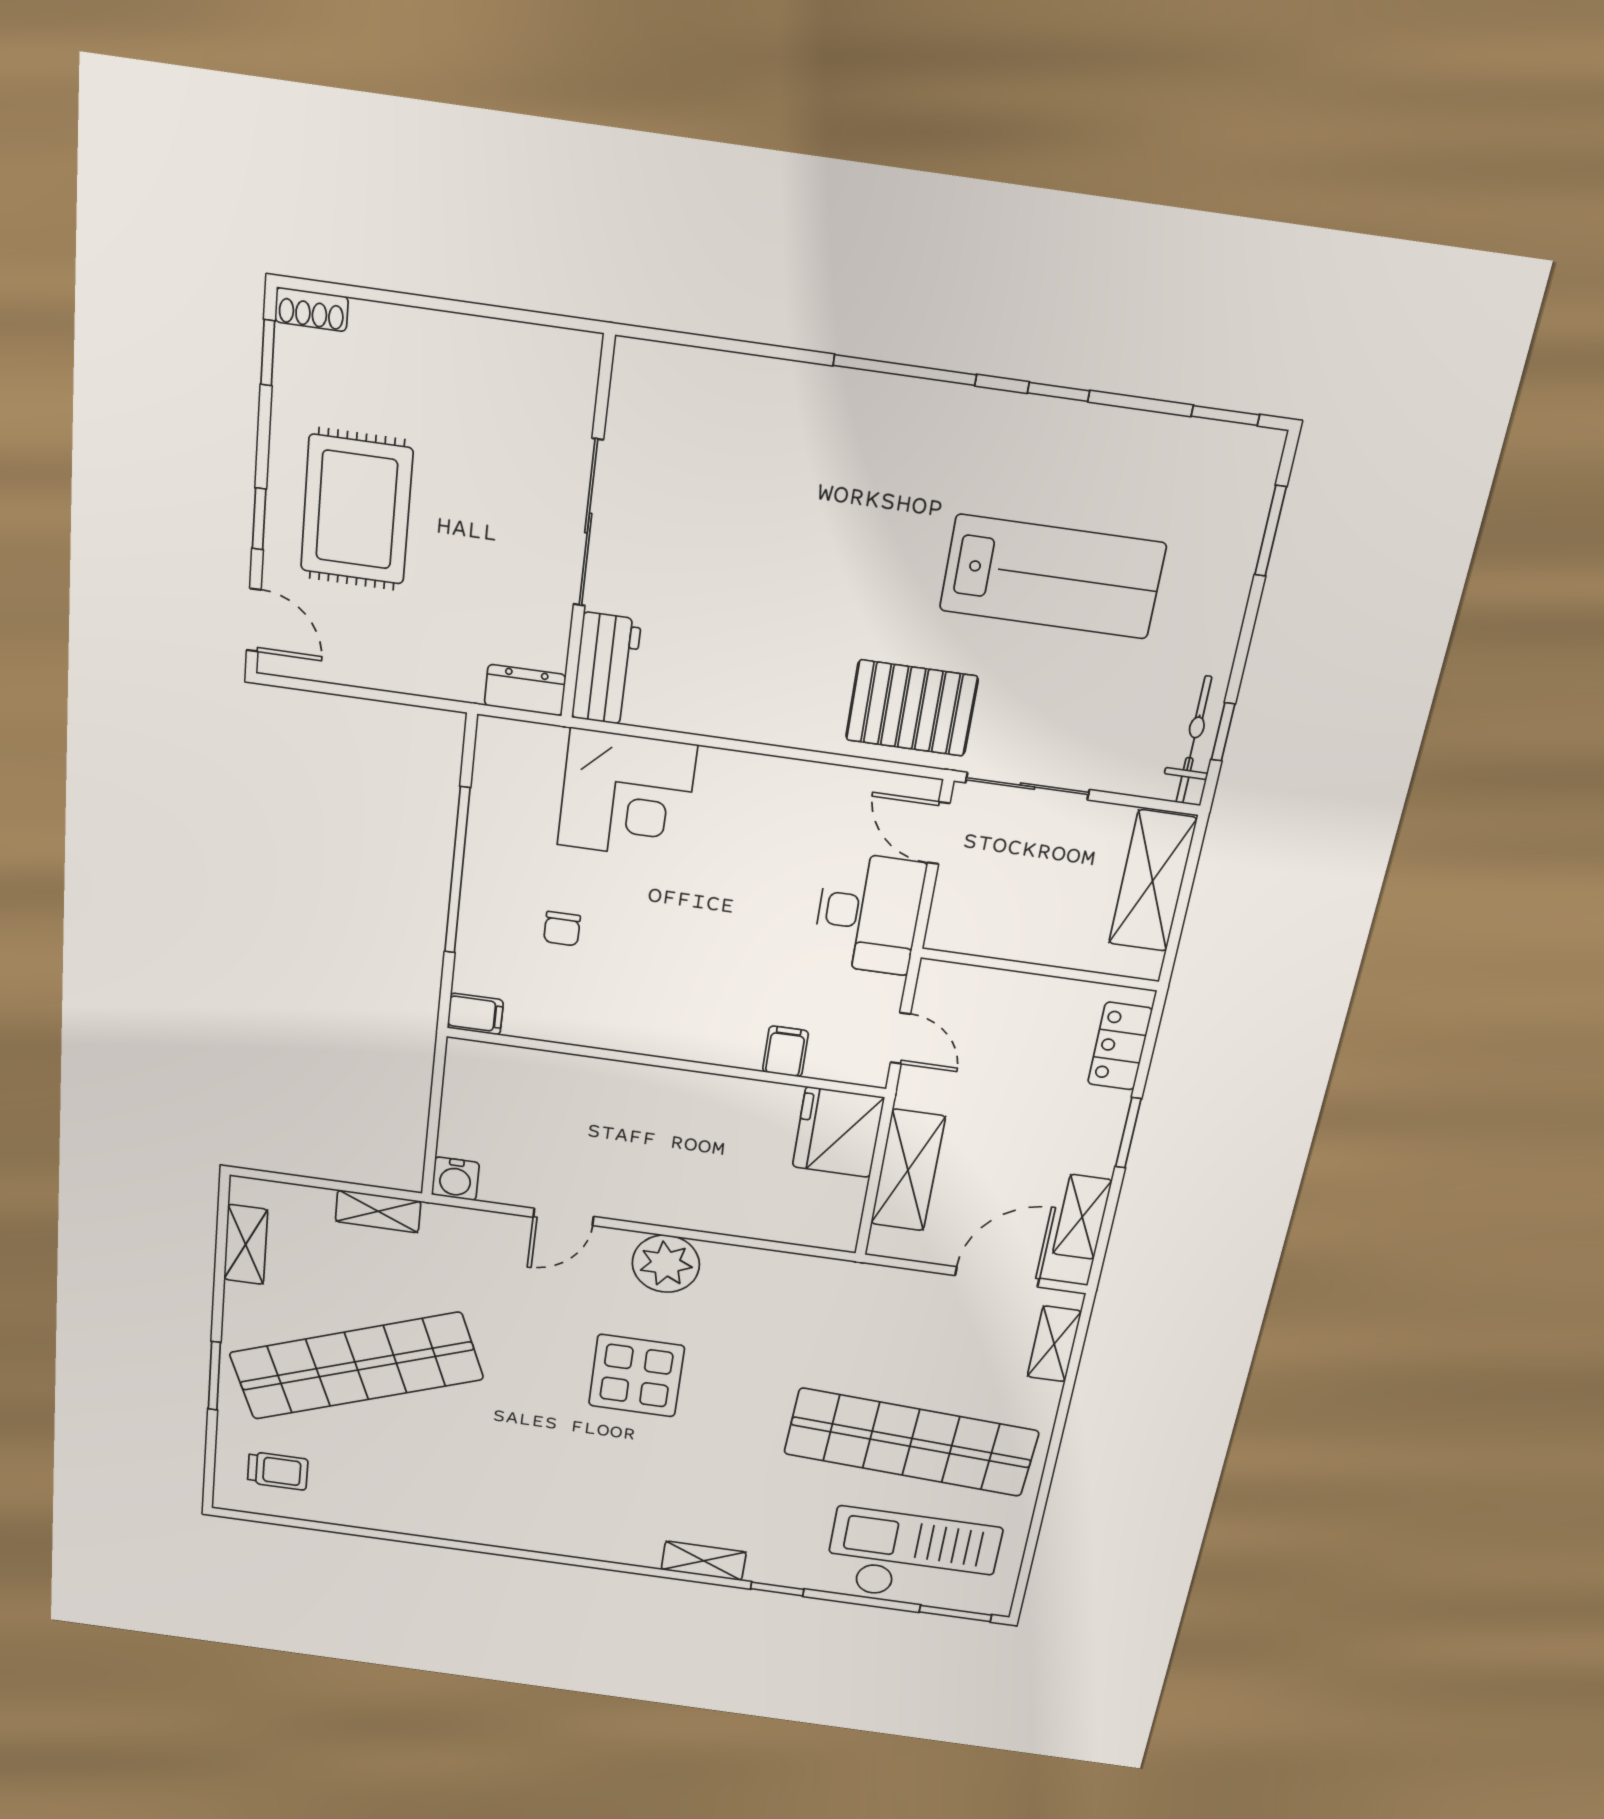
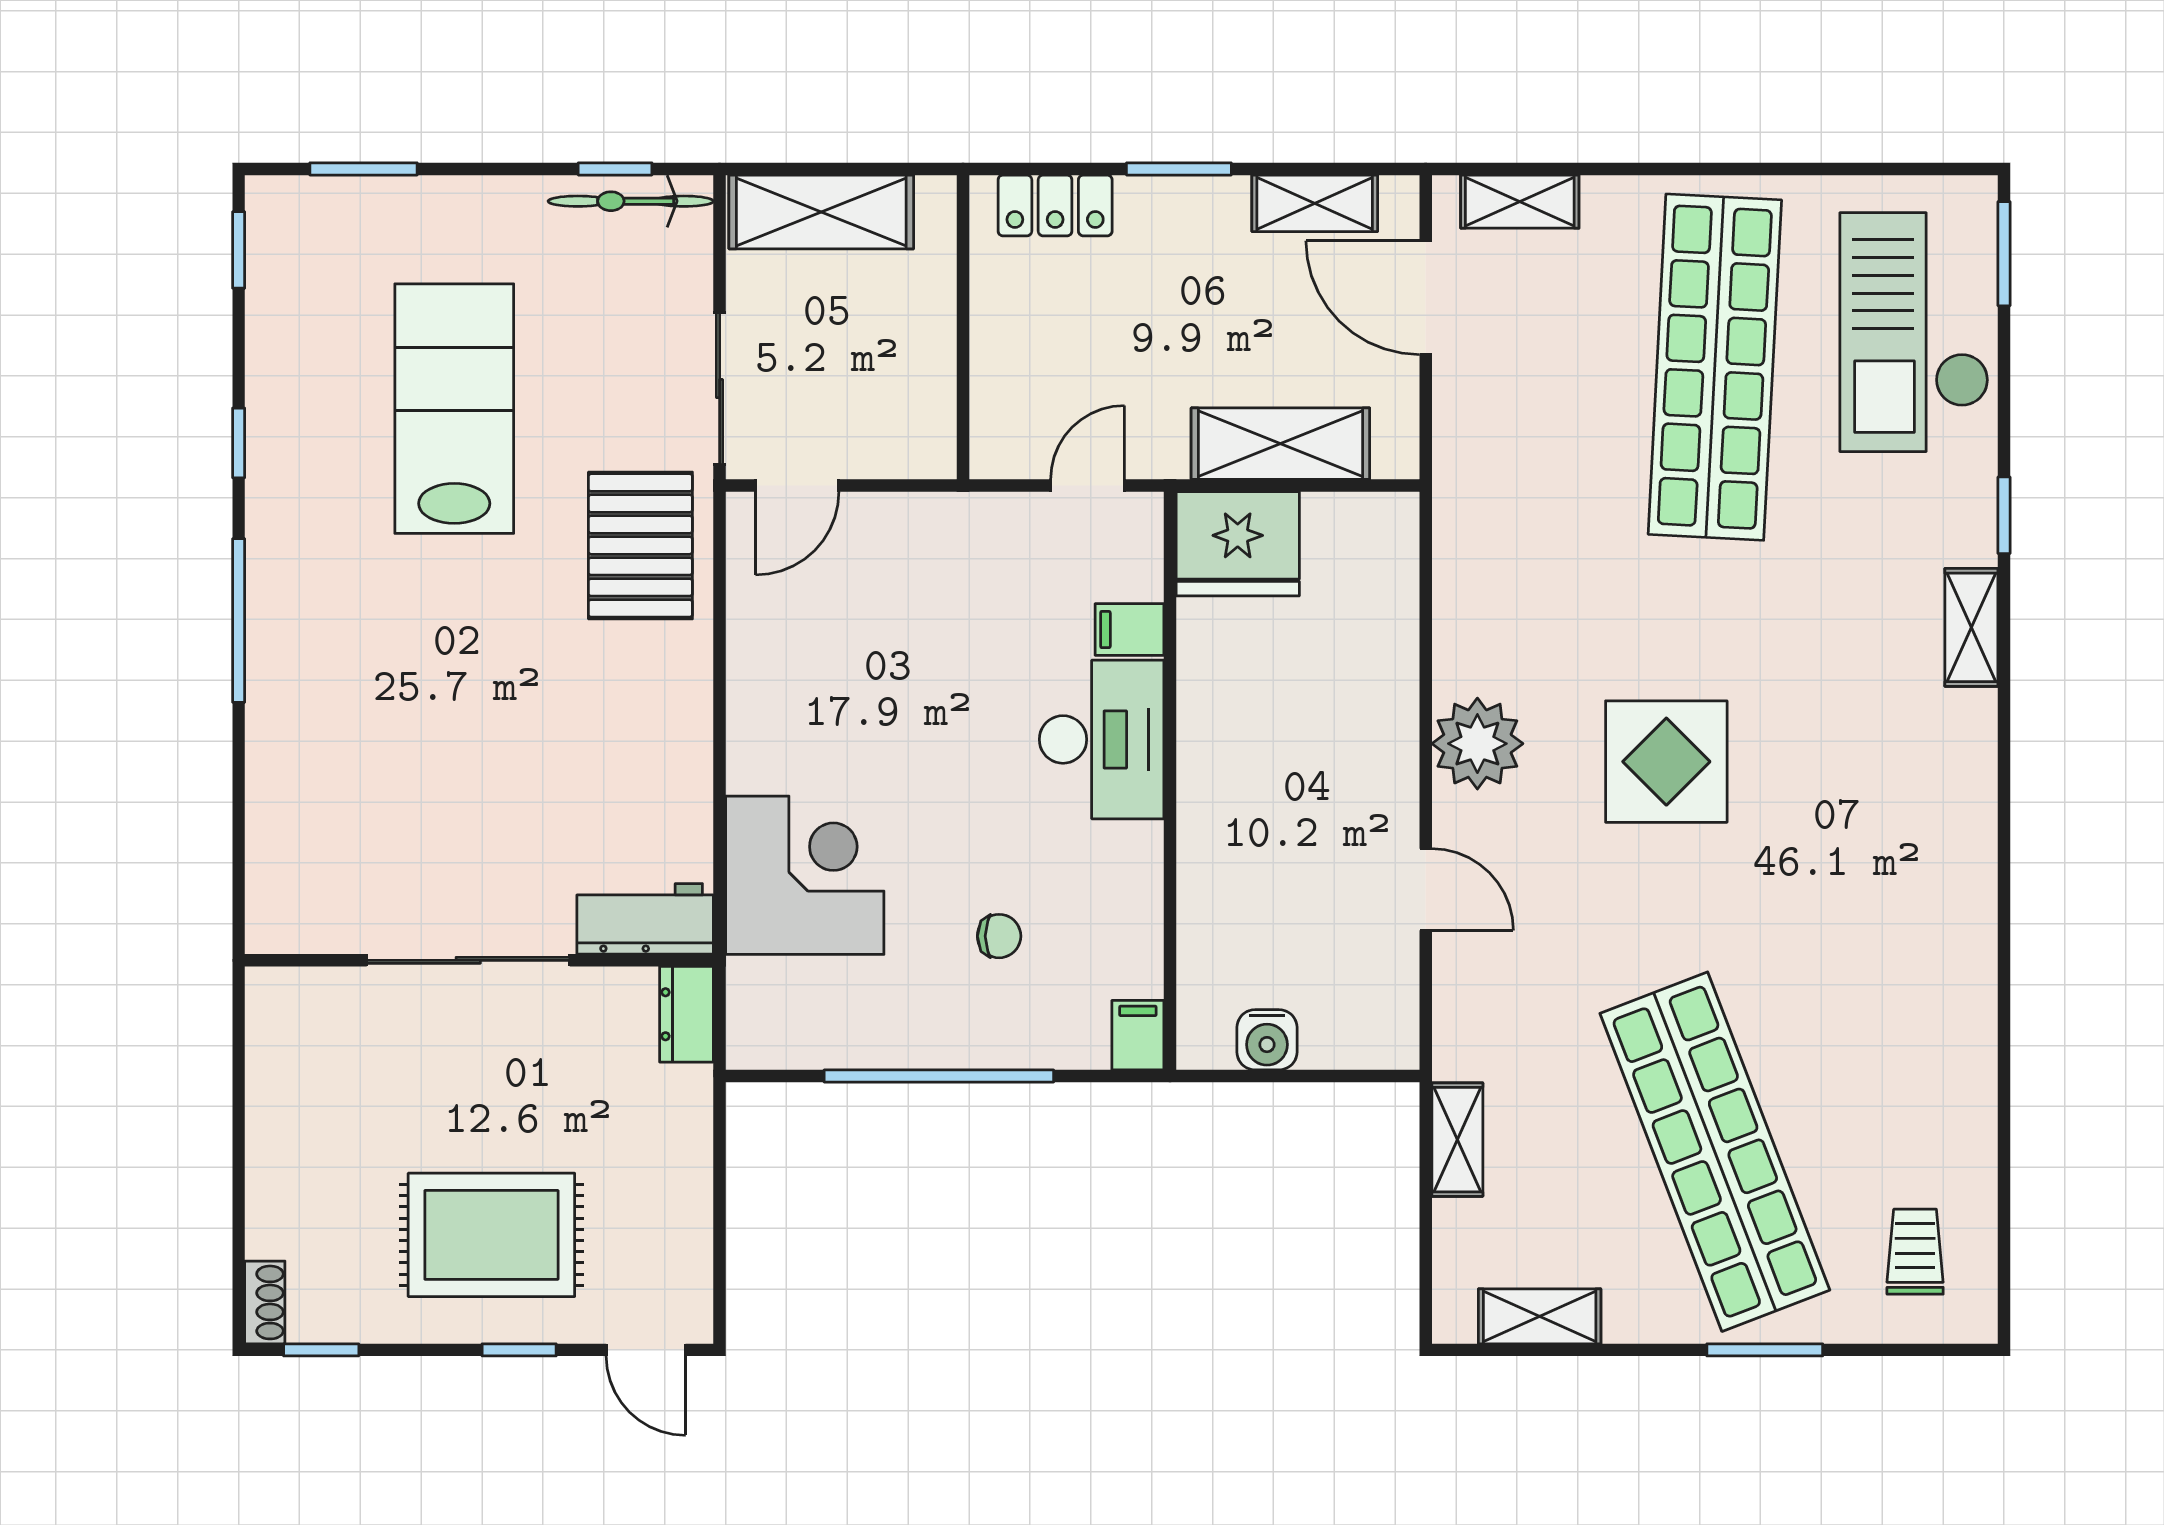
door: (254, 620) -> (646, 1350), swing flipped
desk: (869, 913) -> (1102, 739), moved, turned 90
water cooler: (455, 1179) -> (1267, 1040), moved, turned 90

